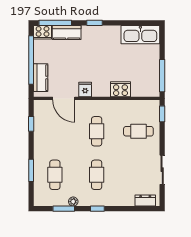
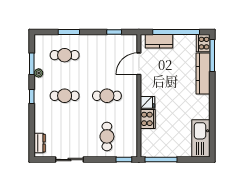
window: (94, 23) -> (212, 94), removed
kitchen counter: (67, 32) -> (203, 74), width x1.50
fridge: (85, 89) -> (148, 102), moved

